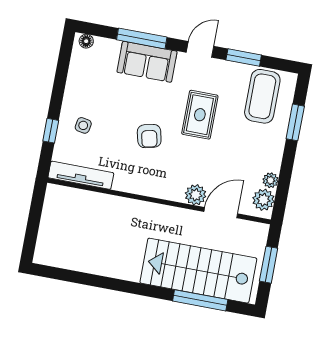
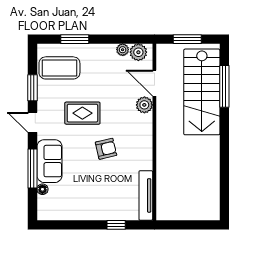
floor lamp: (86, 41) -> (42, 189), moved
side table: (83, 125) -> (107, 201), removed

